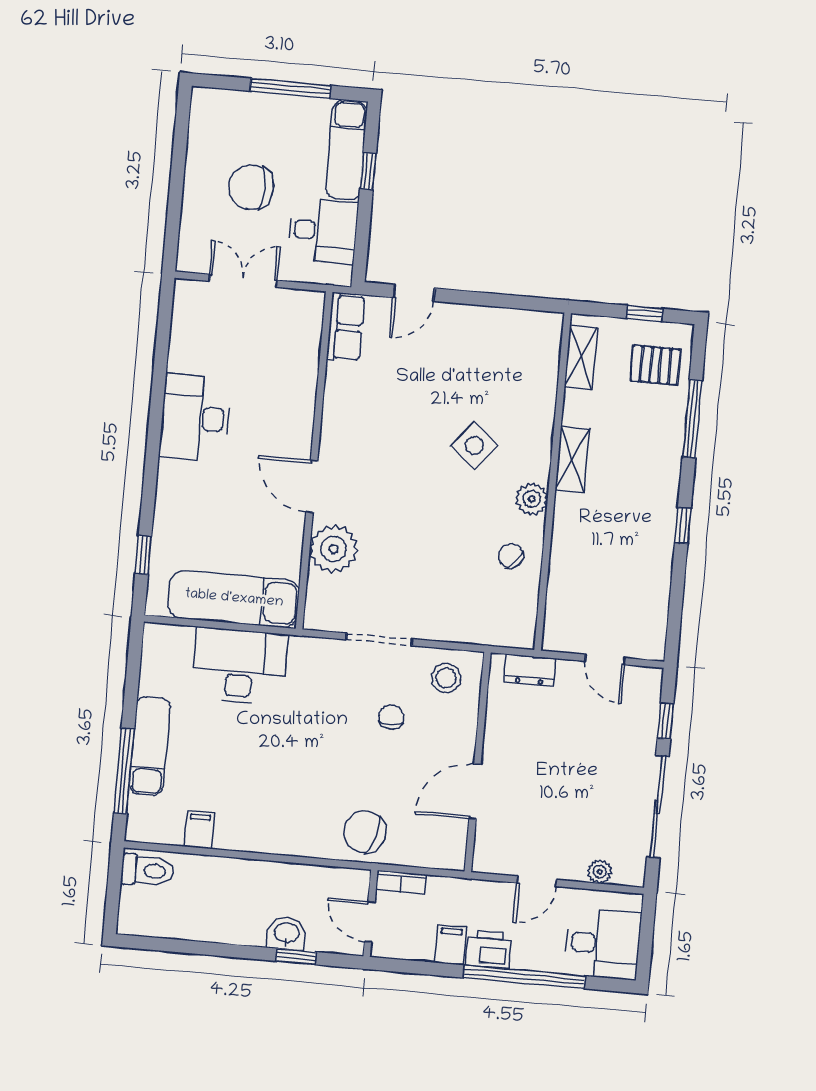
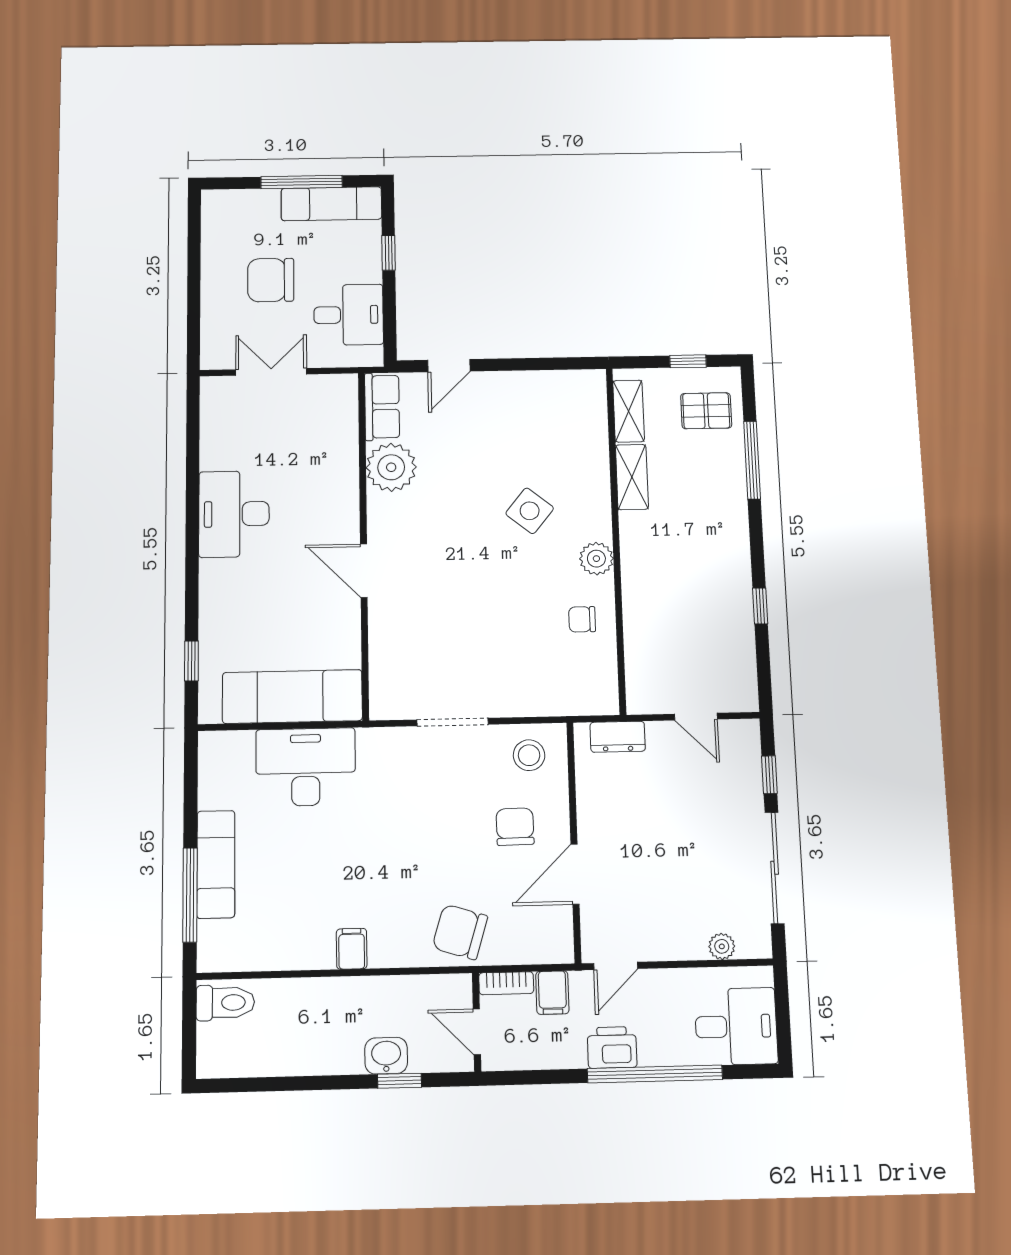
exam couch: (346, 150) -> (331, 204), moved, turned -90
shelving: (572, 459) -> (632, 477), moved
window: (683, 526) -> (760, 606), moved
plant: (334, 549) -> (391, 467), moved
chair: (511, 556) -> (582, 619), turned -44
chair: (391, 717) -> (515, 827), moved, width x1.37, depth x1.37
filing cabinet: (199, 830) -> (352, 949), moved
door: (537, 881) -> (616, 966), moved
filing cabinet: (451, 945) -> (552, 993), moved, turned 180

